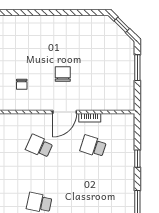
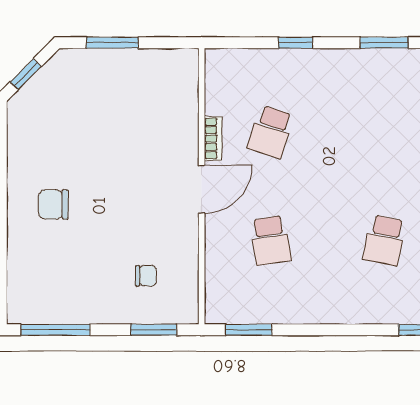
chair: (63, 74) -> (53, 204), moved
door: (65, 112) -> (202, 189), hinge flipped
school desk: (39, 146) -> (271, 240), turned -33

